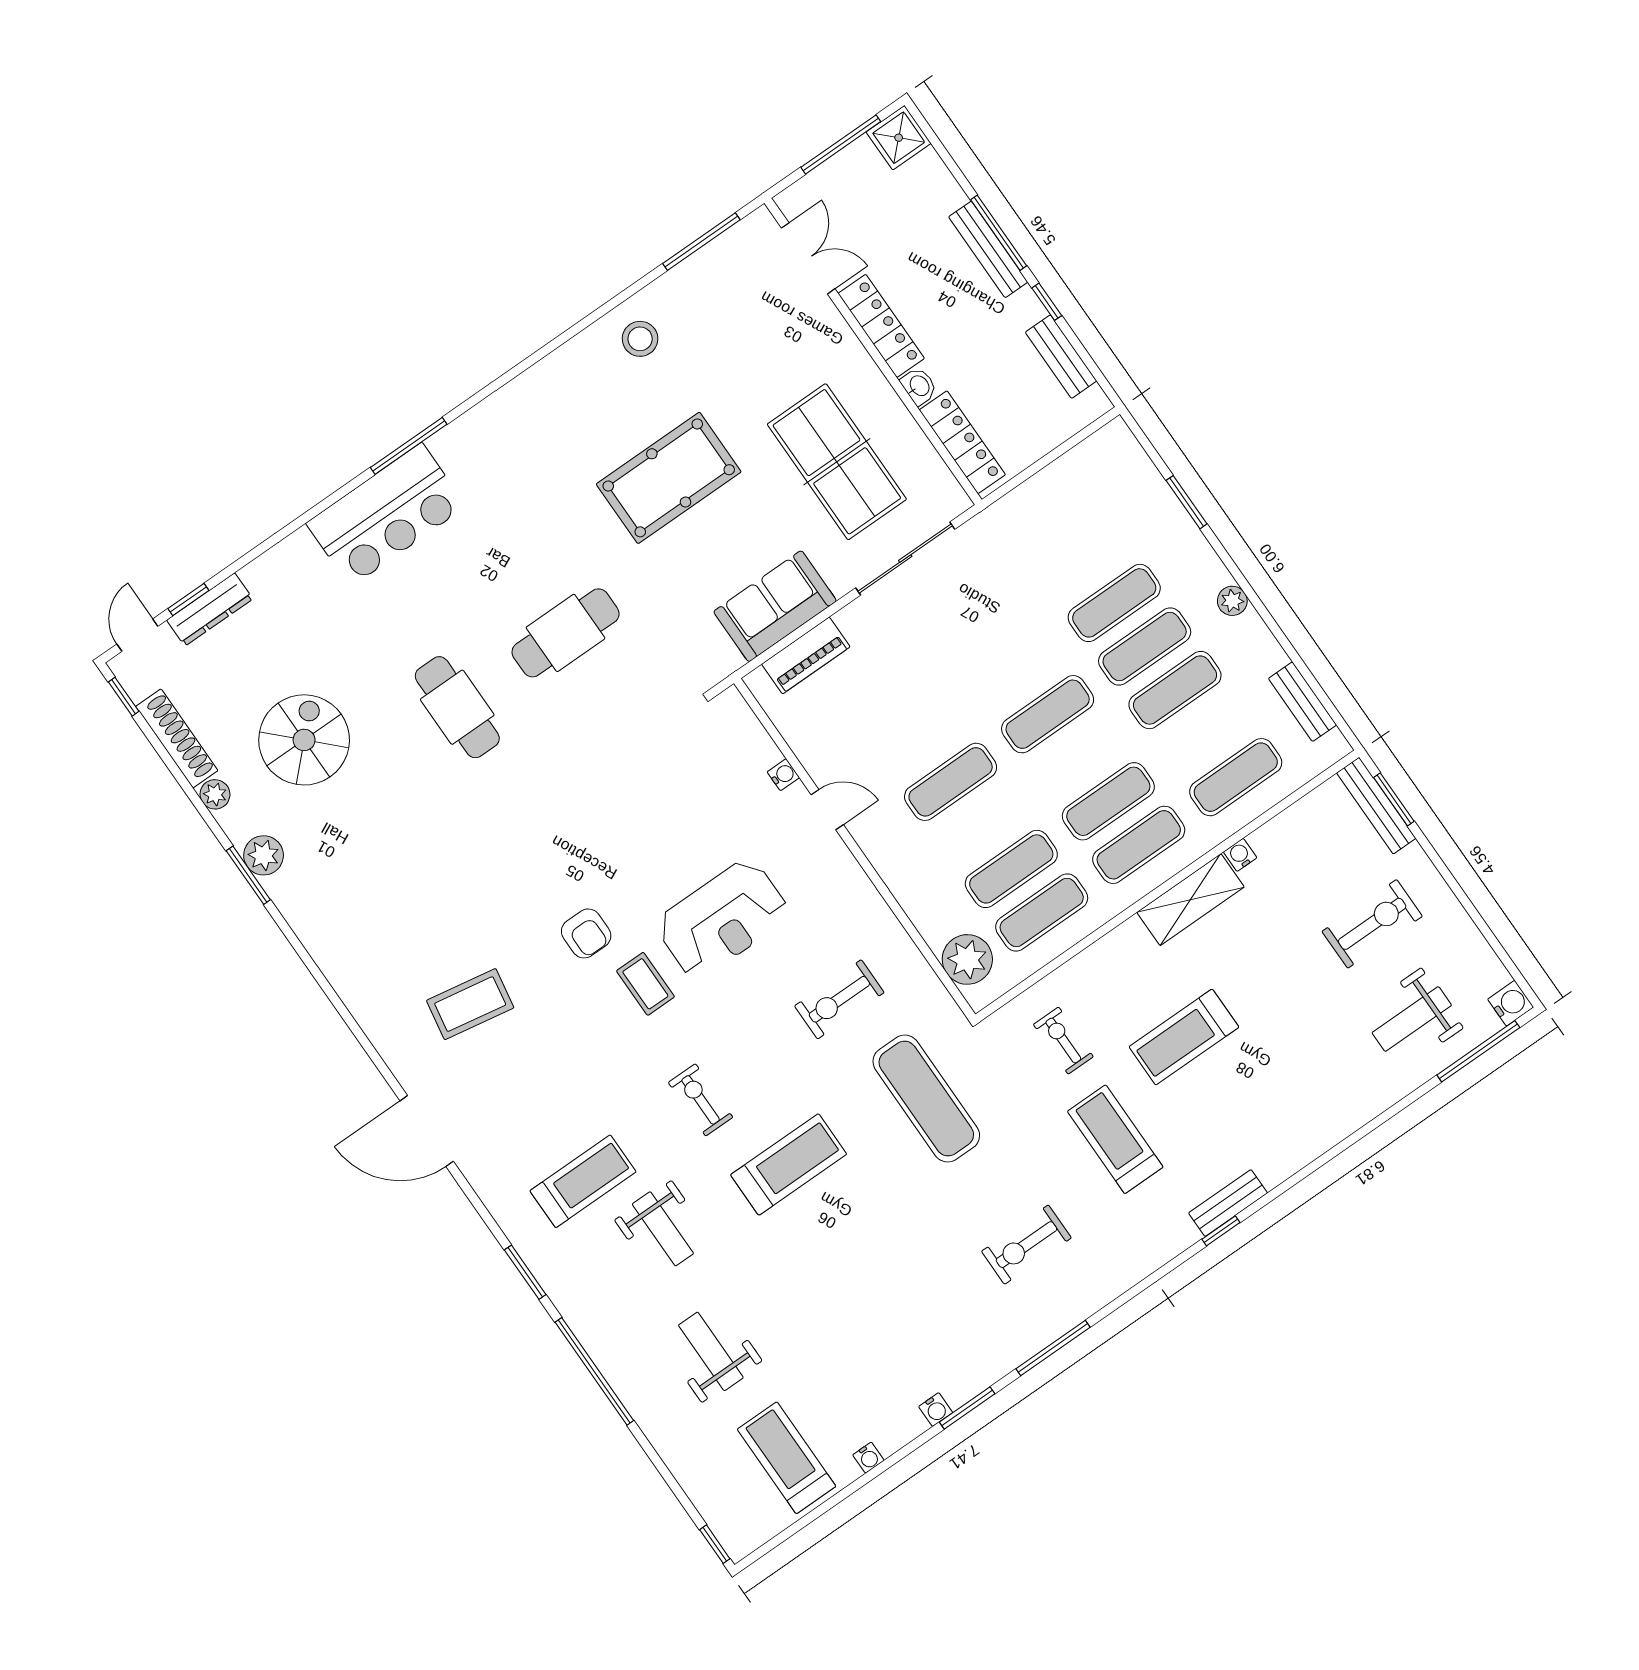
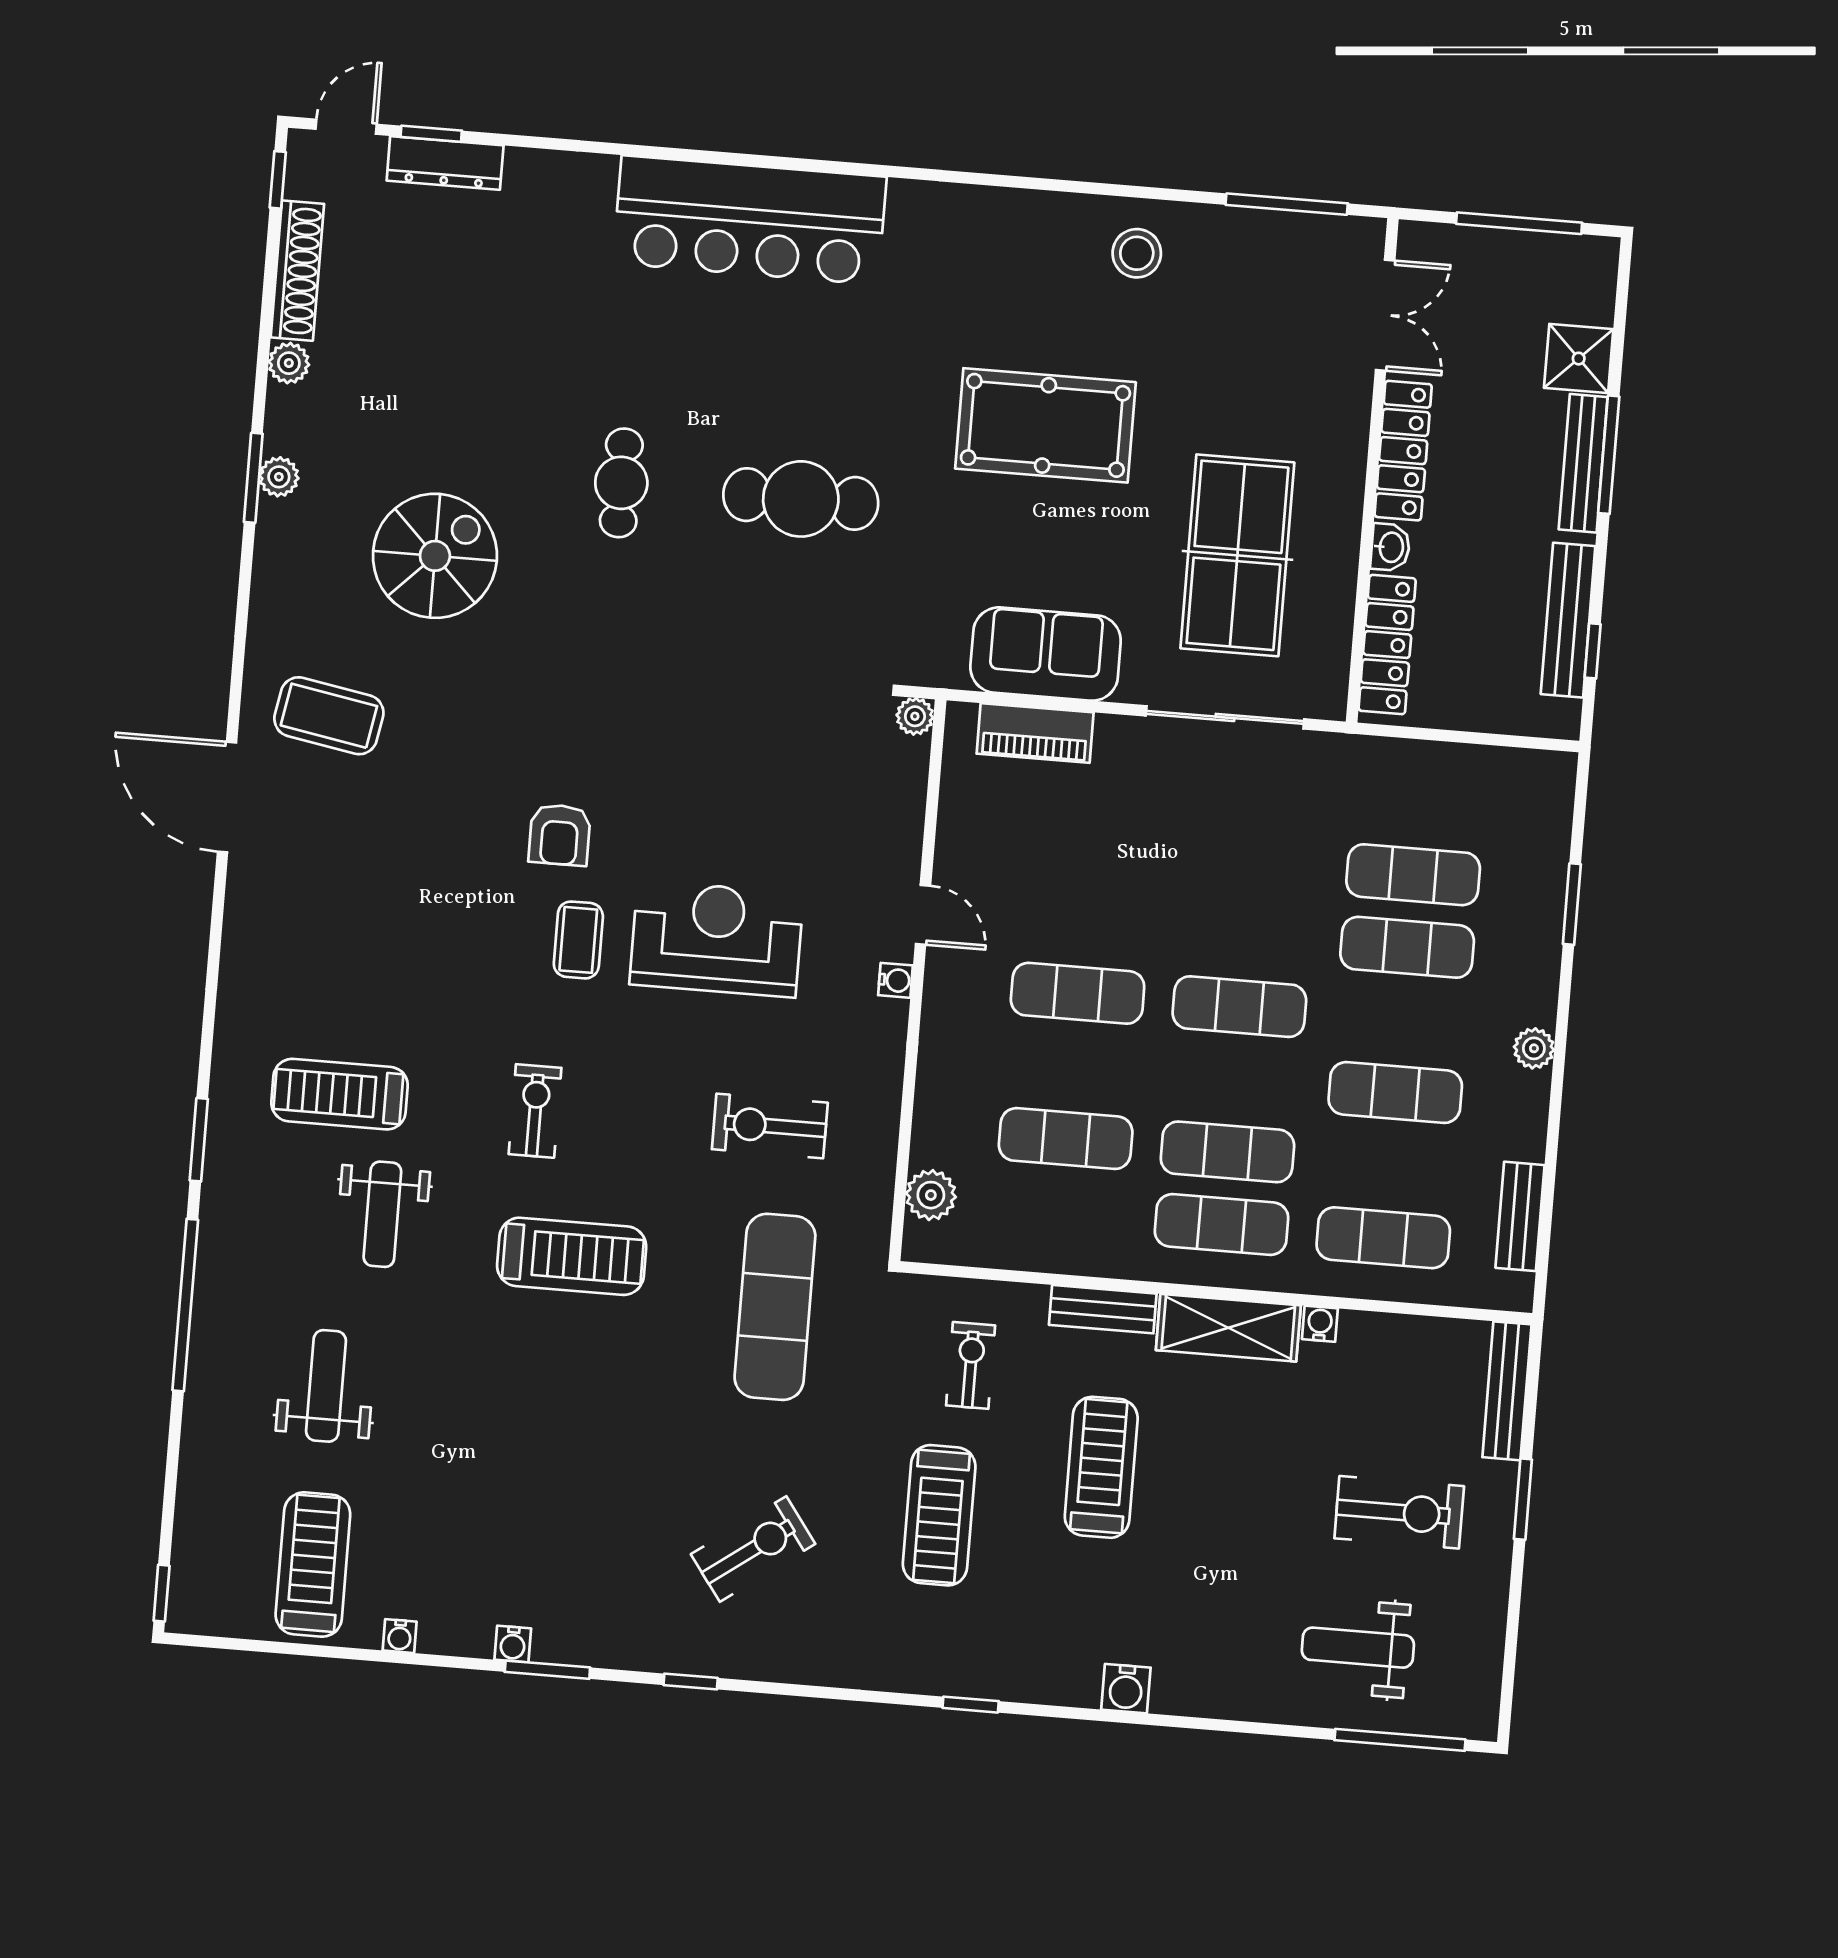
shower: (899, 138) -> (1579, 359), moved
window: (1047, 302) -> (1593, 651), moved
bench: (1061, 357) -> (1568, 620), width x1.36
window: (409, 446) -> (798, 164), removed
bar counter: (386, 515) -> (750, 220), width x1.36
exercise mat: (1145, 646) -> (1413, 875), moved
plant: (731, 702) -> (915, 716), added
cafe table: (457, 707) -> (621, 483), width x0.73, depth x0.74
spiral stairs: (304, 740) -> (435, 556), moved
water cooler: (783, 775) -> (896, 980), moved
window: (1394, 799) -> (1523, 1499), moved
plant: (264, 855) -> (279, 477), width x0.73, depth x0.73
exercise mat: (1042, 913) -> (1060, 1211), removed
reception desk: (722, 919) -> (717, 939), turned 180
plant: (967, 959) -> (931, 1195), width x0.73, depth x0.73
water cooler: (1511, 1003) -> (1126, 1689), moved, turned 90
coffee table: (470, 1004) -> (329, 716), moved
treadmill: (1184, 1037) -> (1101, 1467), turned 90
door: (427, 1131) -> (227, 797), moved
treadmill: (1115, 1139) -> (939, 1515), turned 180
treadmill: (583, 1181) -> (340, 1094), turned 180
bench: (1228, 1203) -> (1103, 1309), moved
exercise bike: (1026, 1245) -> (753, 1549), turned 144
window: (1053, 1348) -> (691, 1682), width x0.46

